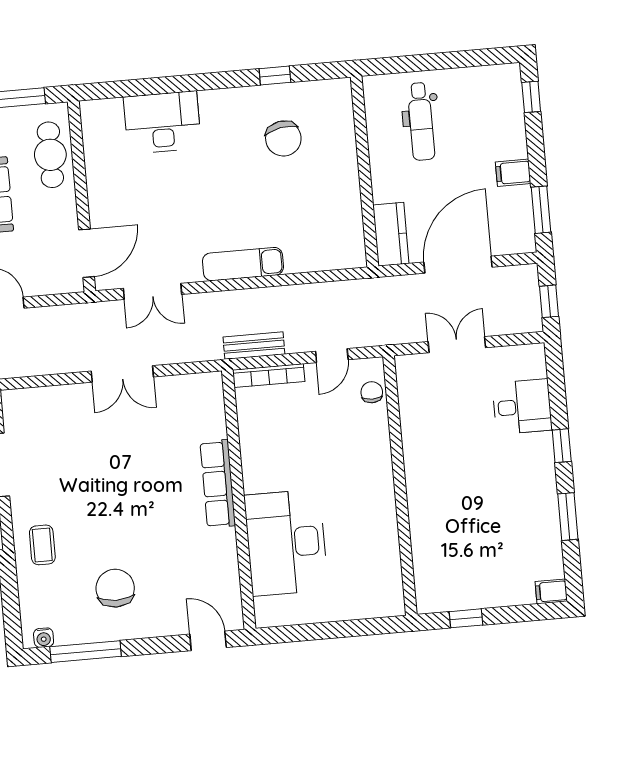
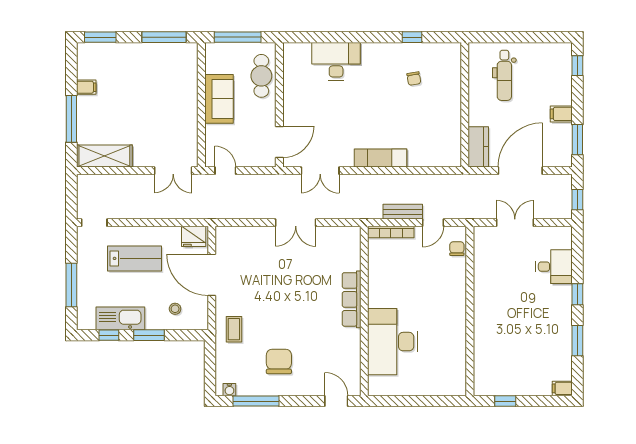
chair: (283, 138) -> (414, 79), width x0.54, depth x0.54
bench: (254, 346) -> (403, 212), moved

